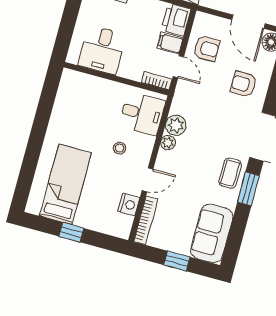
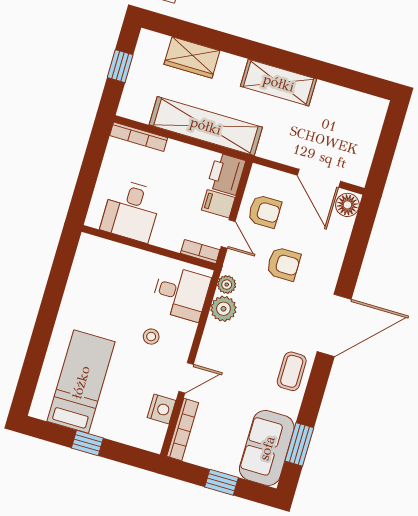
armchair: (244, 84) -> (284, 264), moved, turned 180
plant: (168, 143) -> (227, 285), moved
window: (248, 189) -> (299, 444), moved

